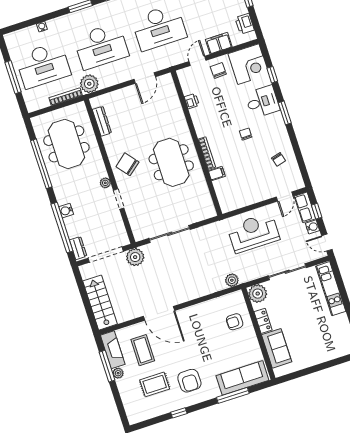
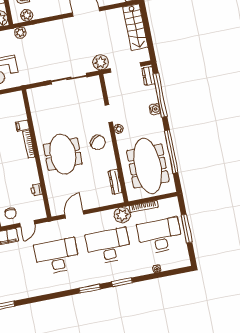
meeting table: (66, 144) -> (148, 166), width x1.36
meeting table: (171, 162) -> (63, 154), moved
plant: (227, 301) -> (27, 15), added

